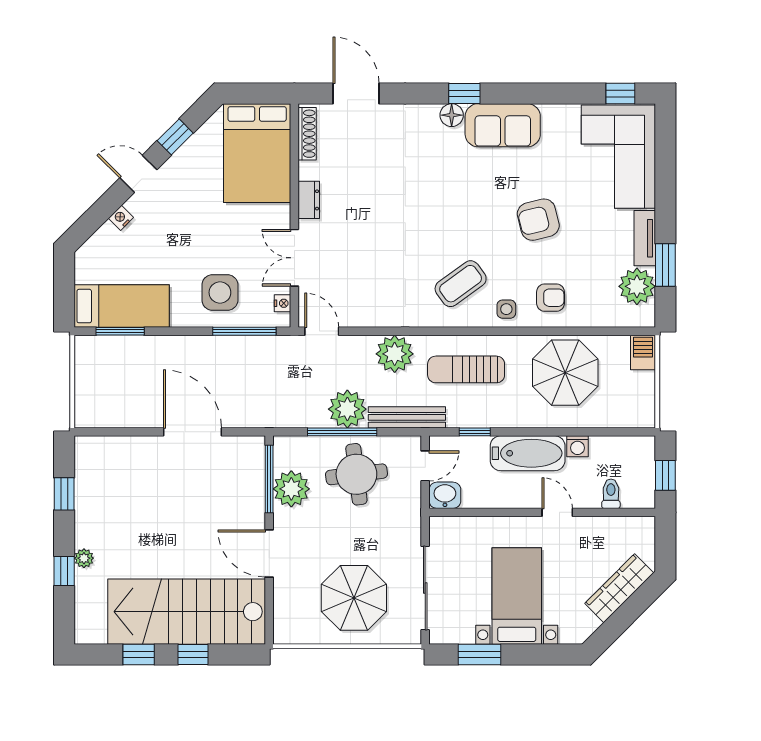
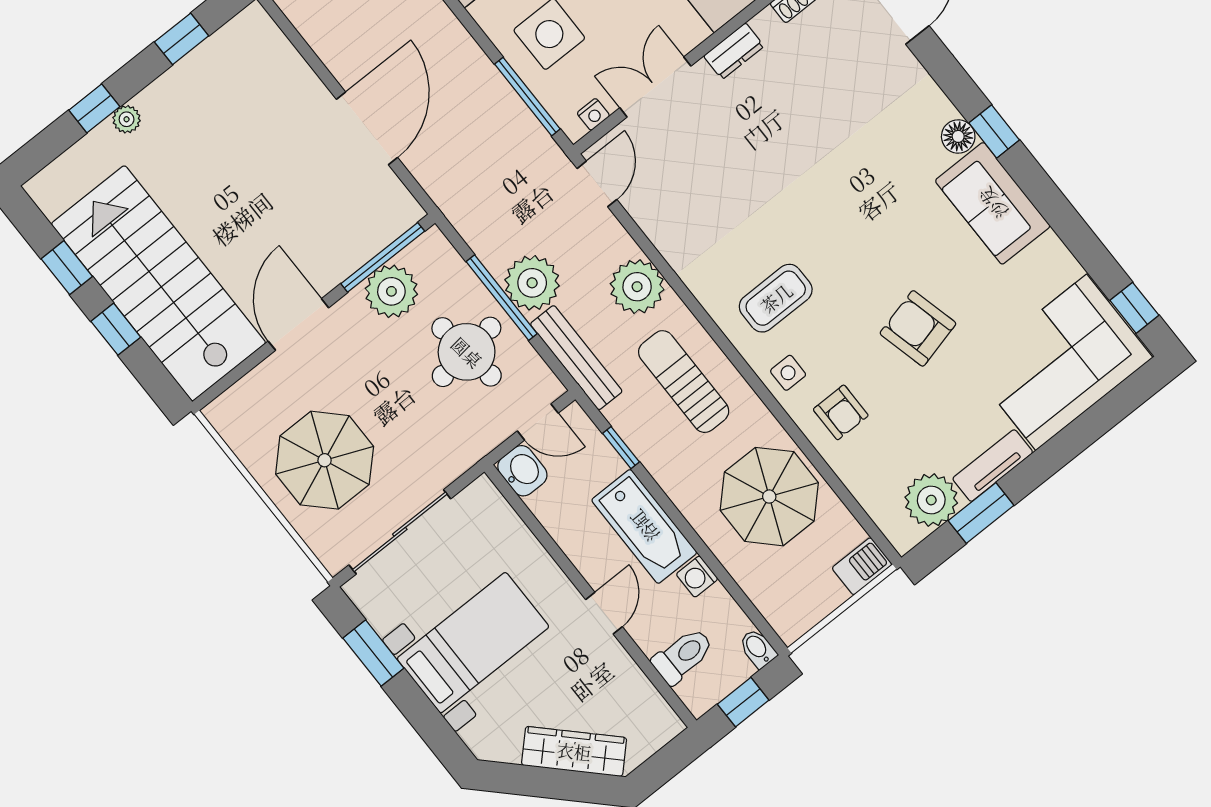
coffee table: (461, 284) -> (776, 298), turned -54
bidet: (643, 444) -> (758, 648), added
toilet: (611, 494) -> (683, 656), width x1.37, depth x1.39

